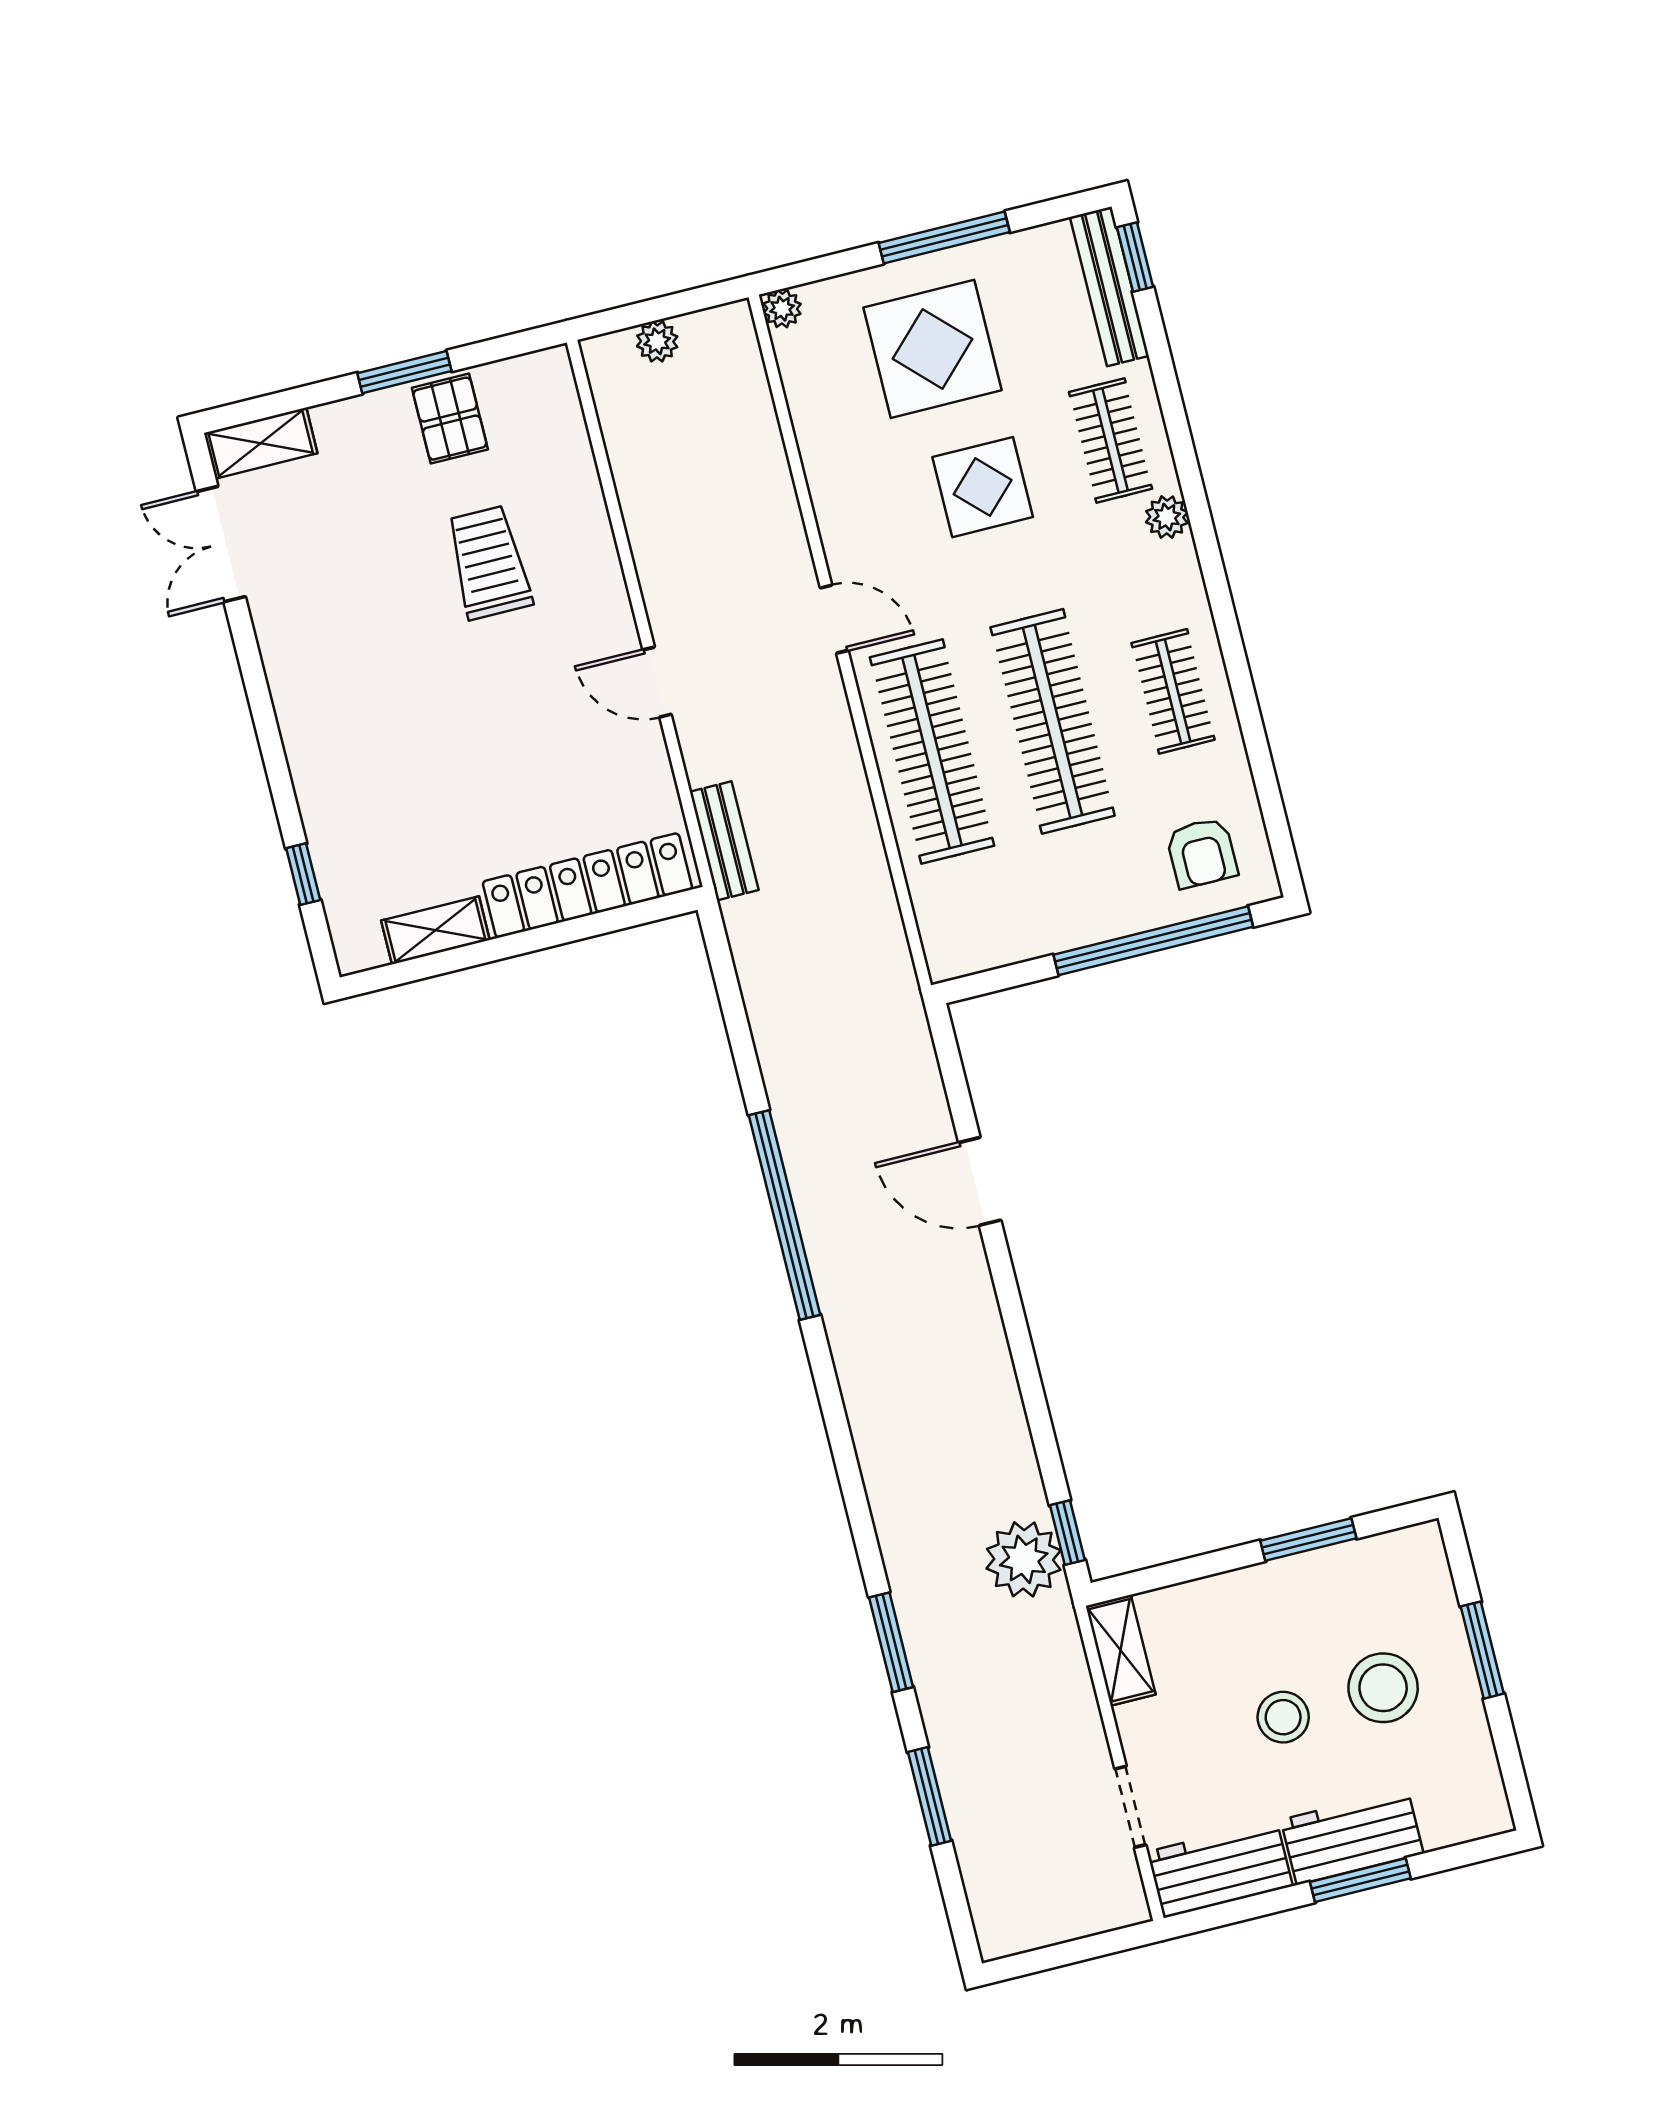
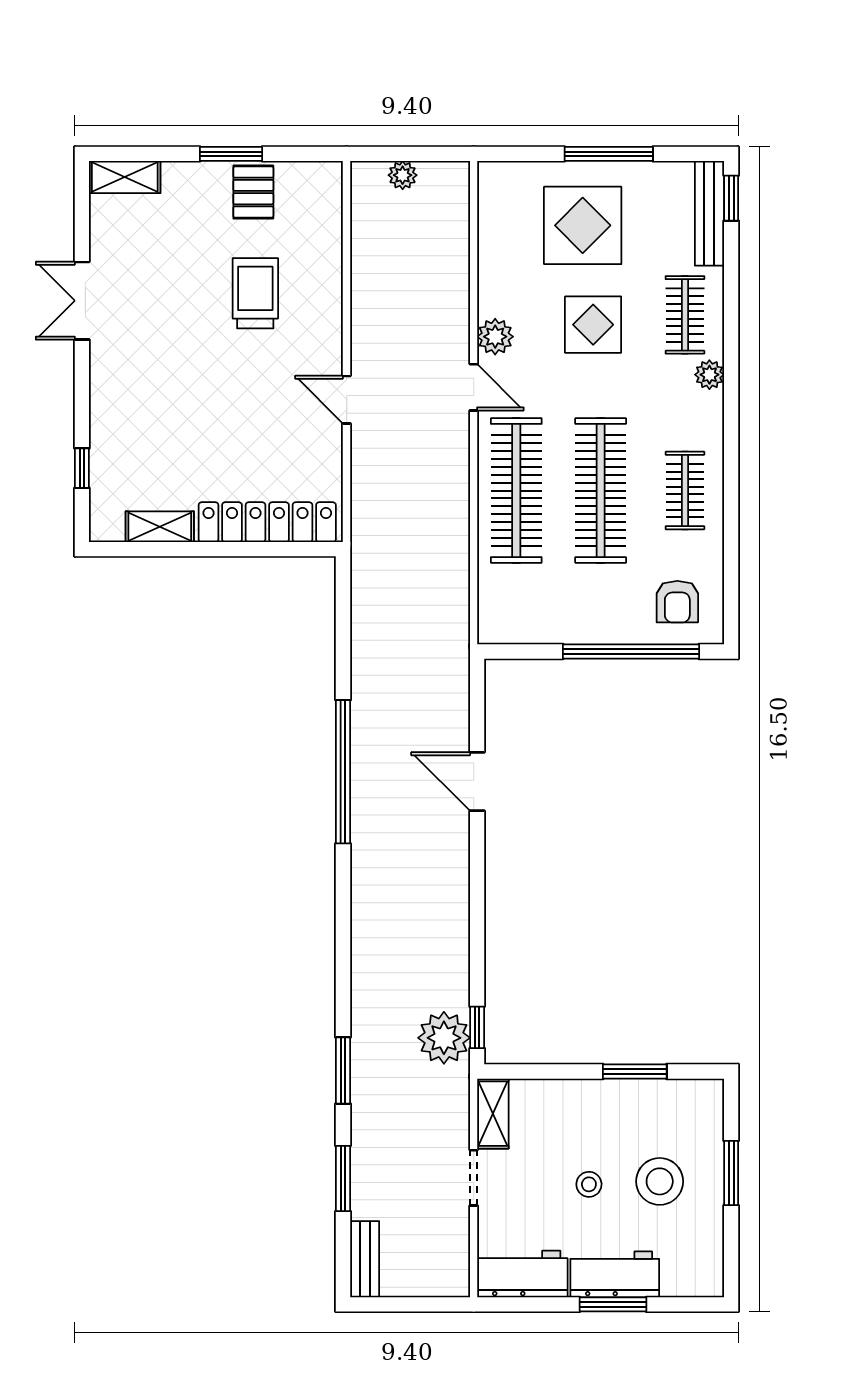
plant: (782, 309) -> (495, 337), moved, width x1.38, depth x1.38
double door: (221, 544) -> (82, 301), moved
bench: (724, 841) -> (365, 1259), moved
stool: (1283, 1717) -> (589, 1184), width x0.73, depth x0.73
doorway: (1130, 1807) -> (474, 1178), moved

